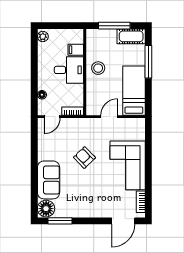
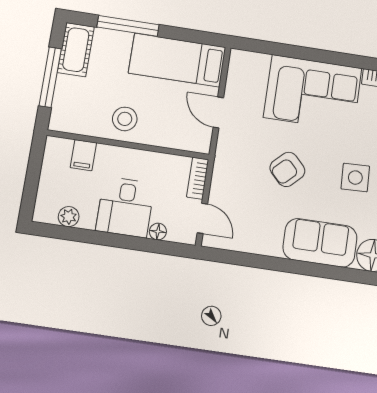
plant: (43, 37) -> (69, 217), moved
desk: (69, 70) -> (125, 207), moved, turned 180
side table: (86, 194) -> (355, 178), added

